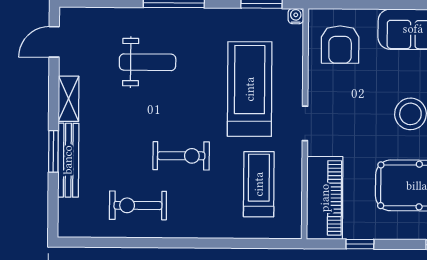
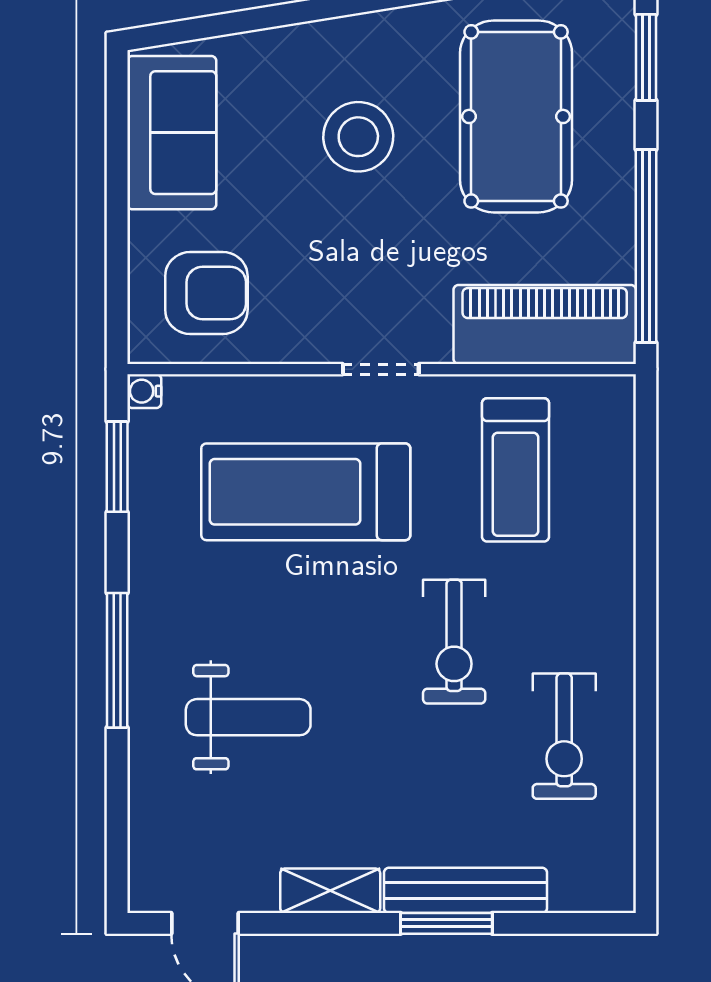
weight bench: (148, 62) -> (248, 717), turned 90
exercise bike: (181, 156) -> (454, 642), turned 180
treadmill: (259, 184) -> (516, 470), turned -90
window: (360, 244) -> (646, 246), width x3.17

